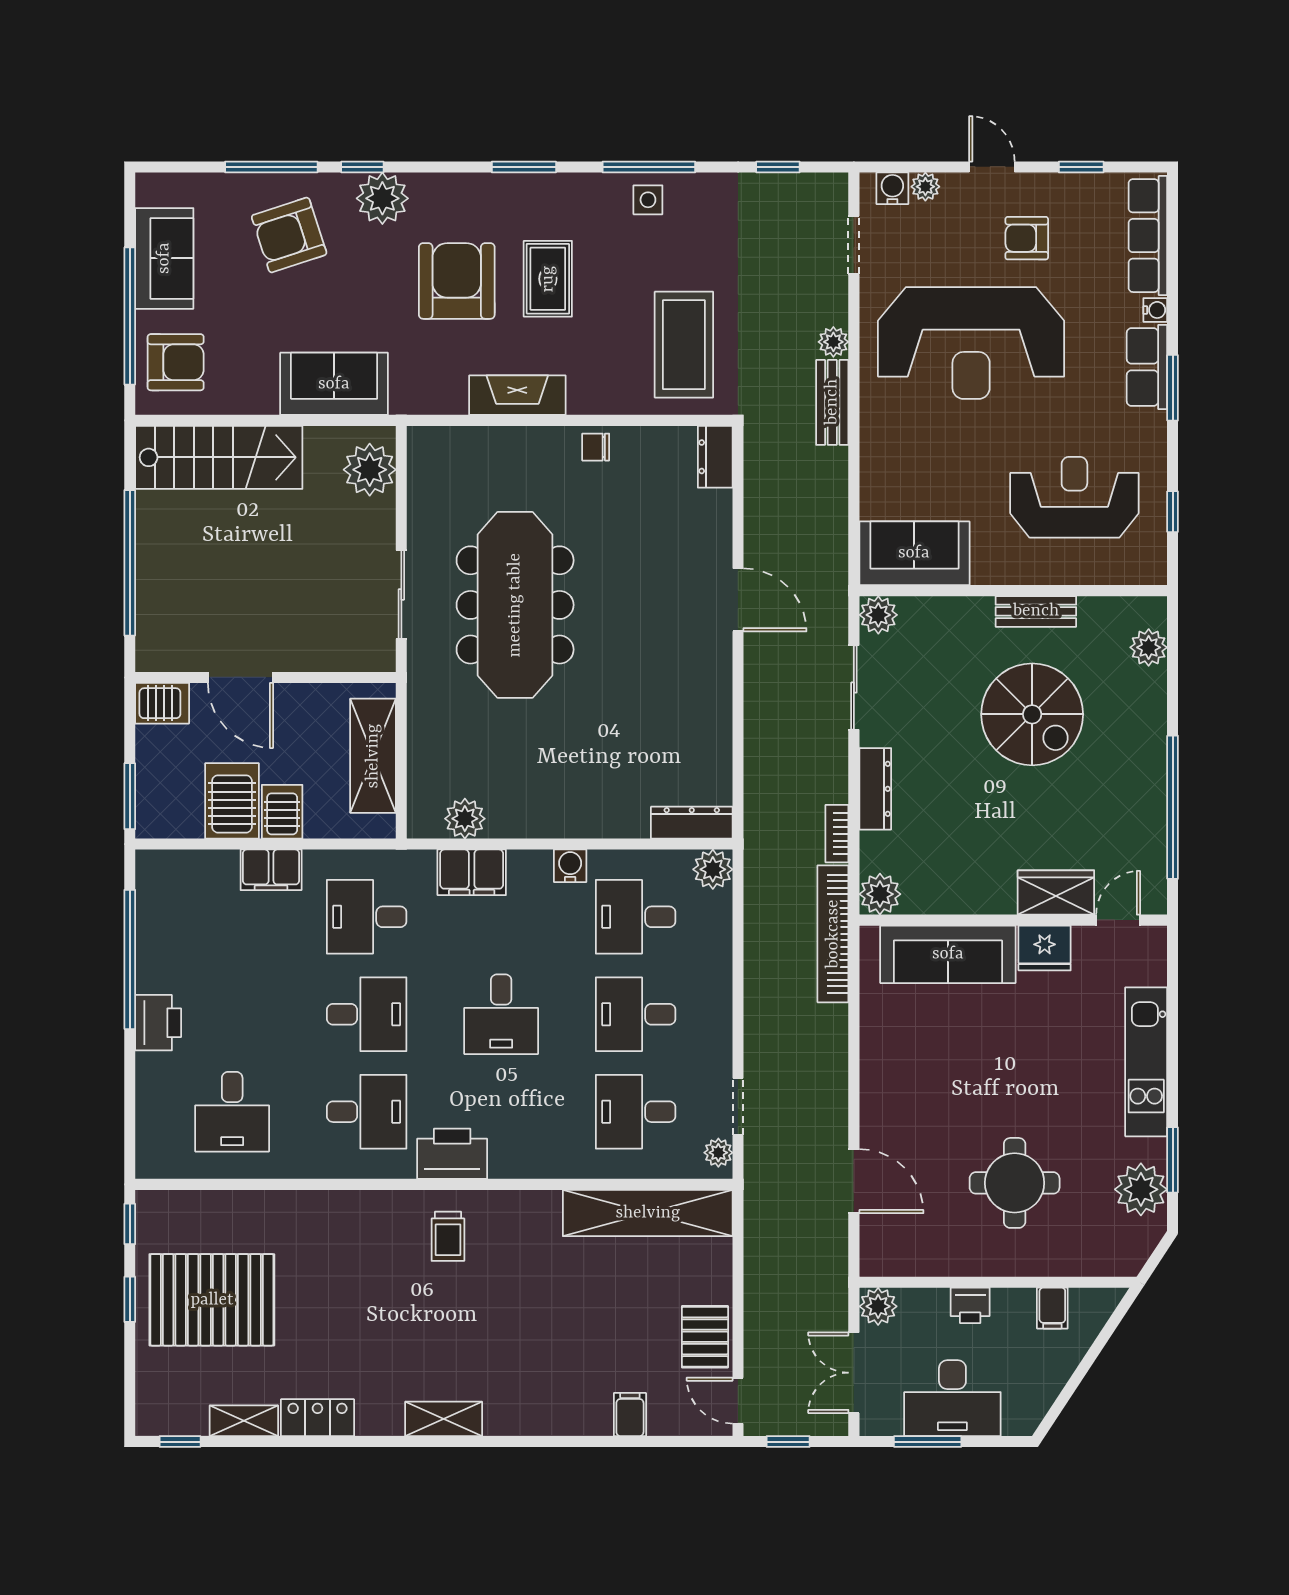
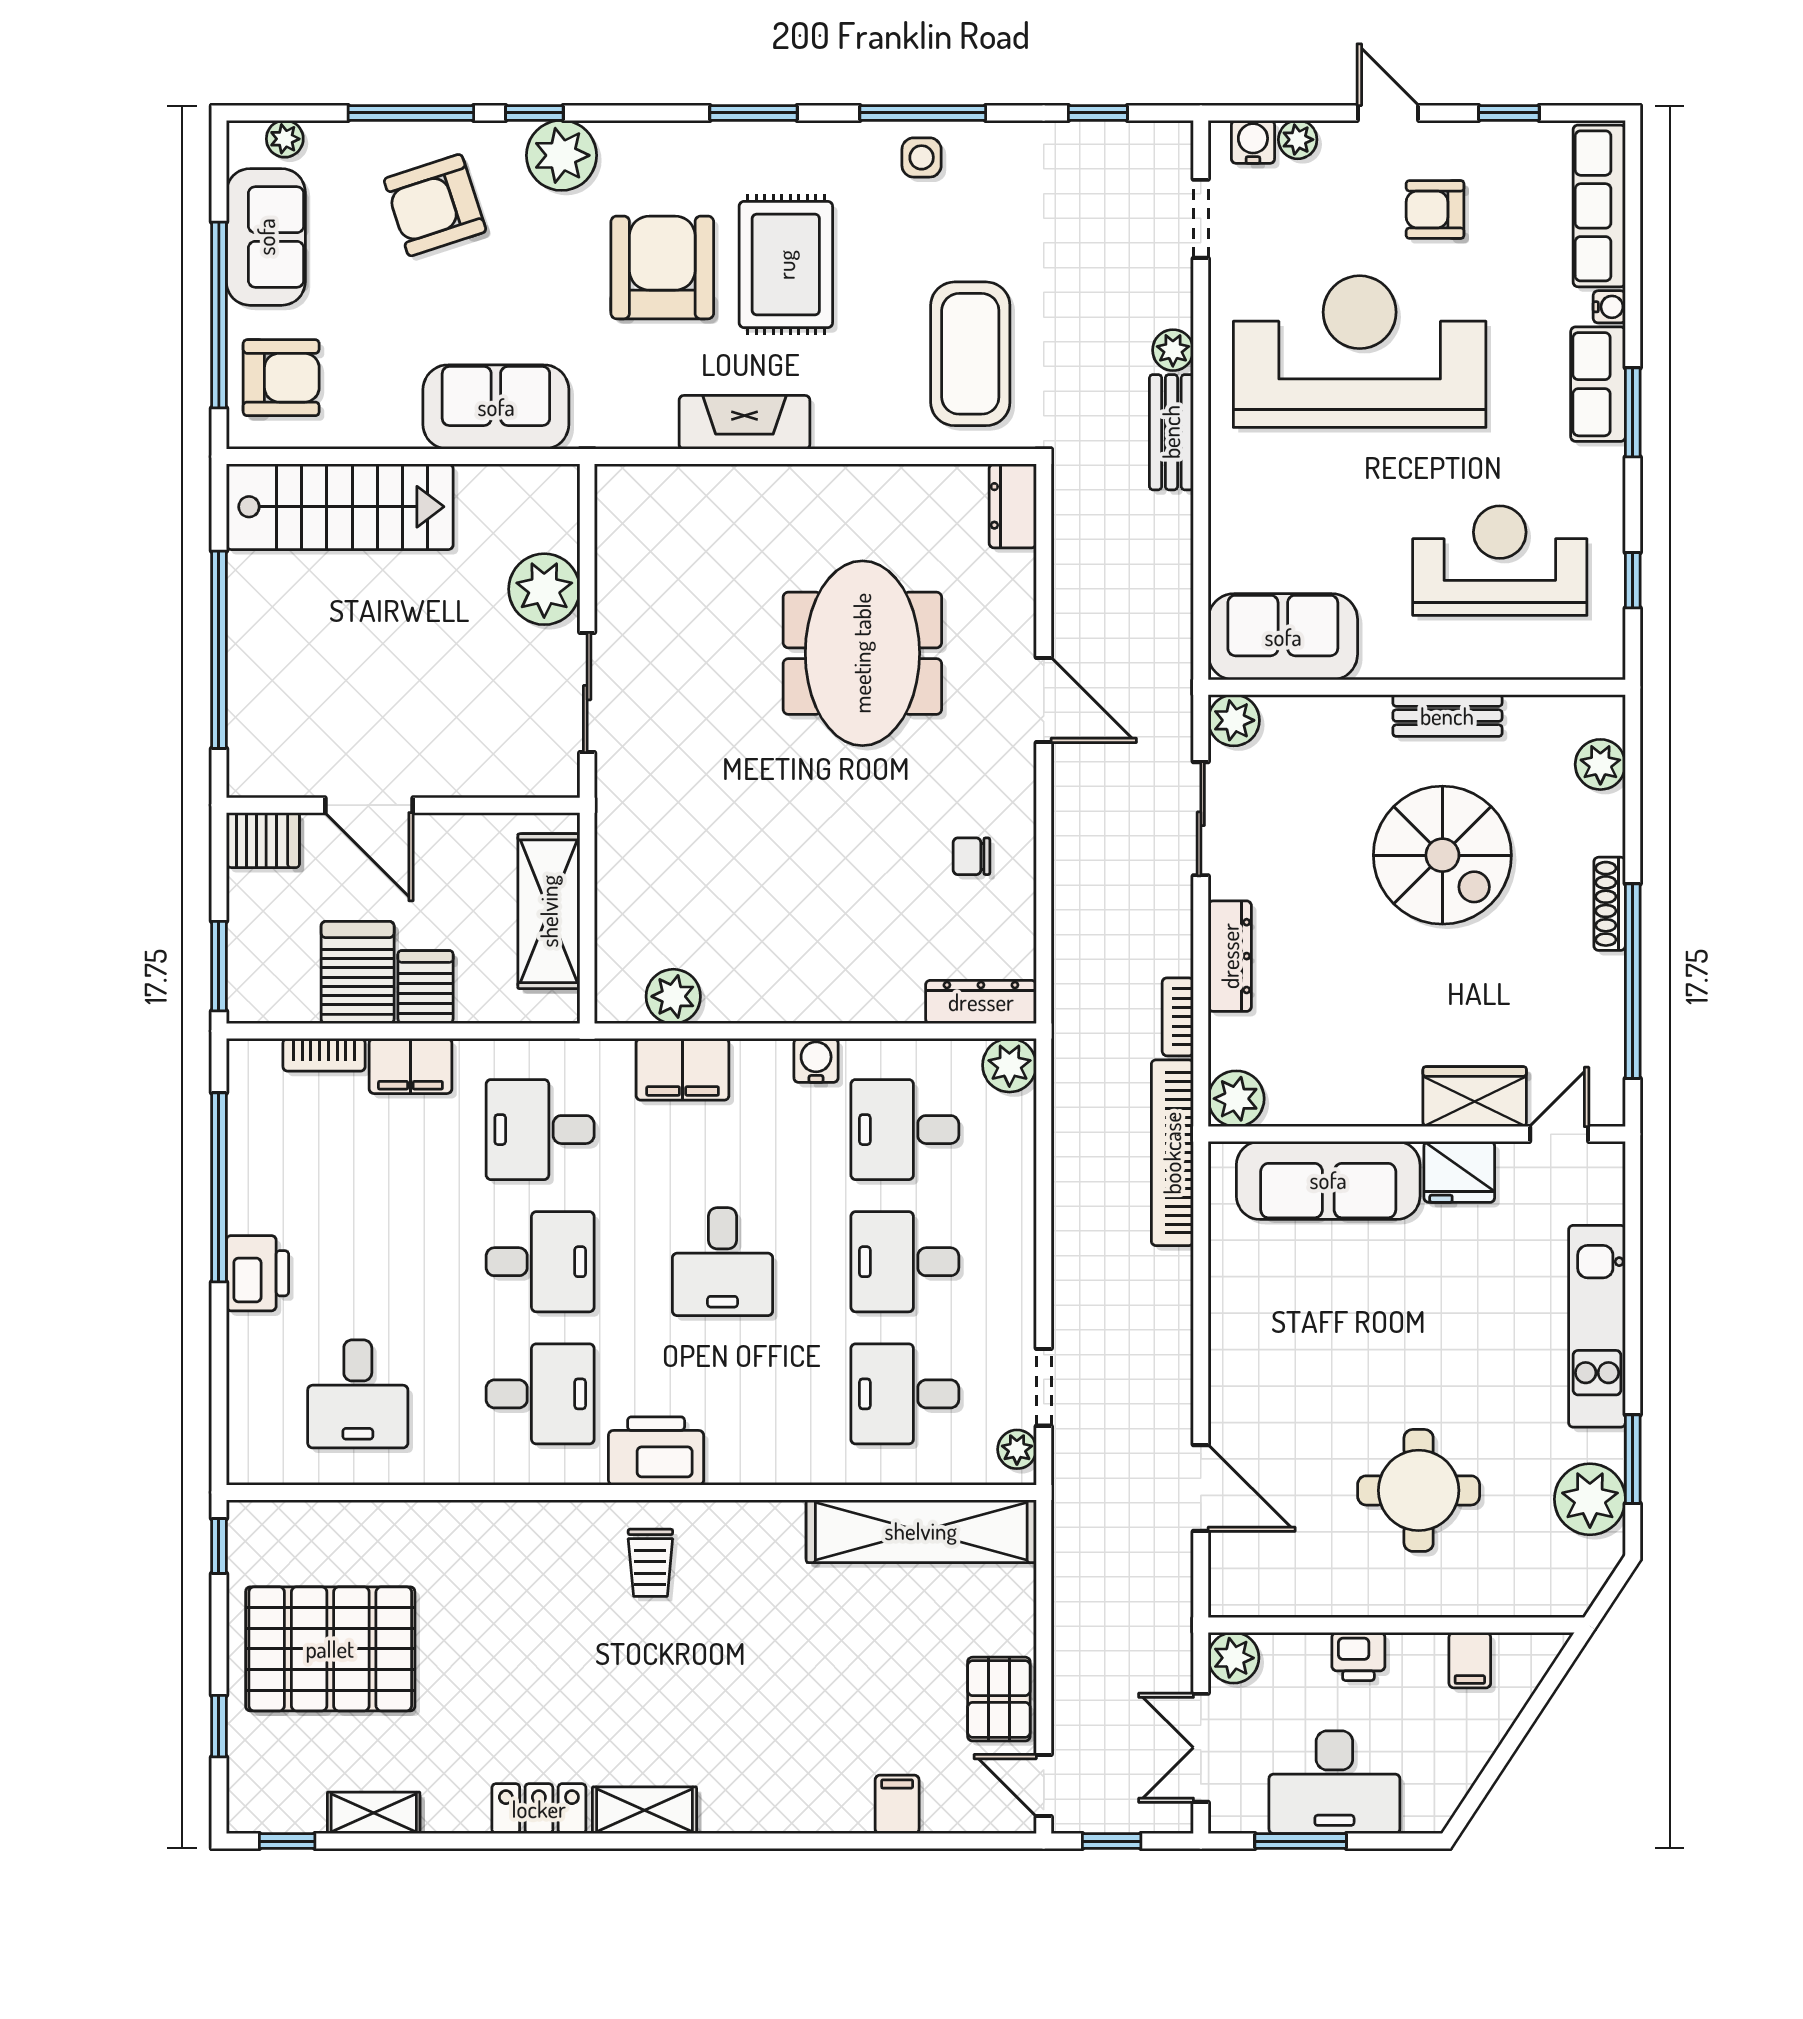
plant: (178, 186) -> (285, 139), added
rug: (548, 279) -> (786, 265), width x1.36, depth x1.43
reception desk: (971, 343) -> (1360, 352), turned 180
chair: (596, 447) -> (971, 856), moved
plant: (370, 470) -> (544, 589), moved
meeting table: (515, 605) -> (862, 653), moved, width x0.73
shoe rack: (1155, 750) -> (1610, 904), added
bookcase: (207, 862) -> (324, 1055), added
window: (130, 1299) -> (219, 1726), moved
locker: (317, 1418) -> (539, 1809), moved

